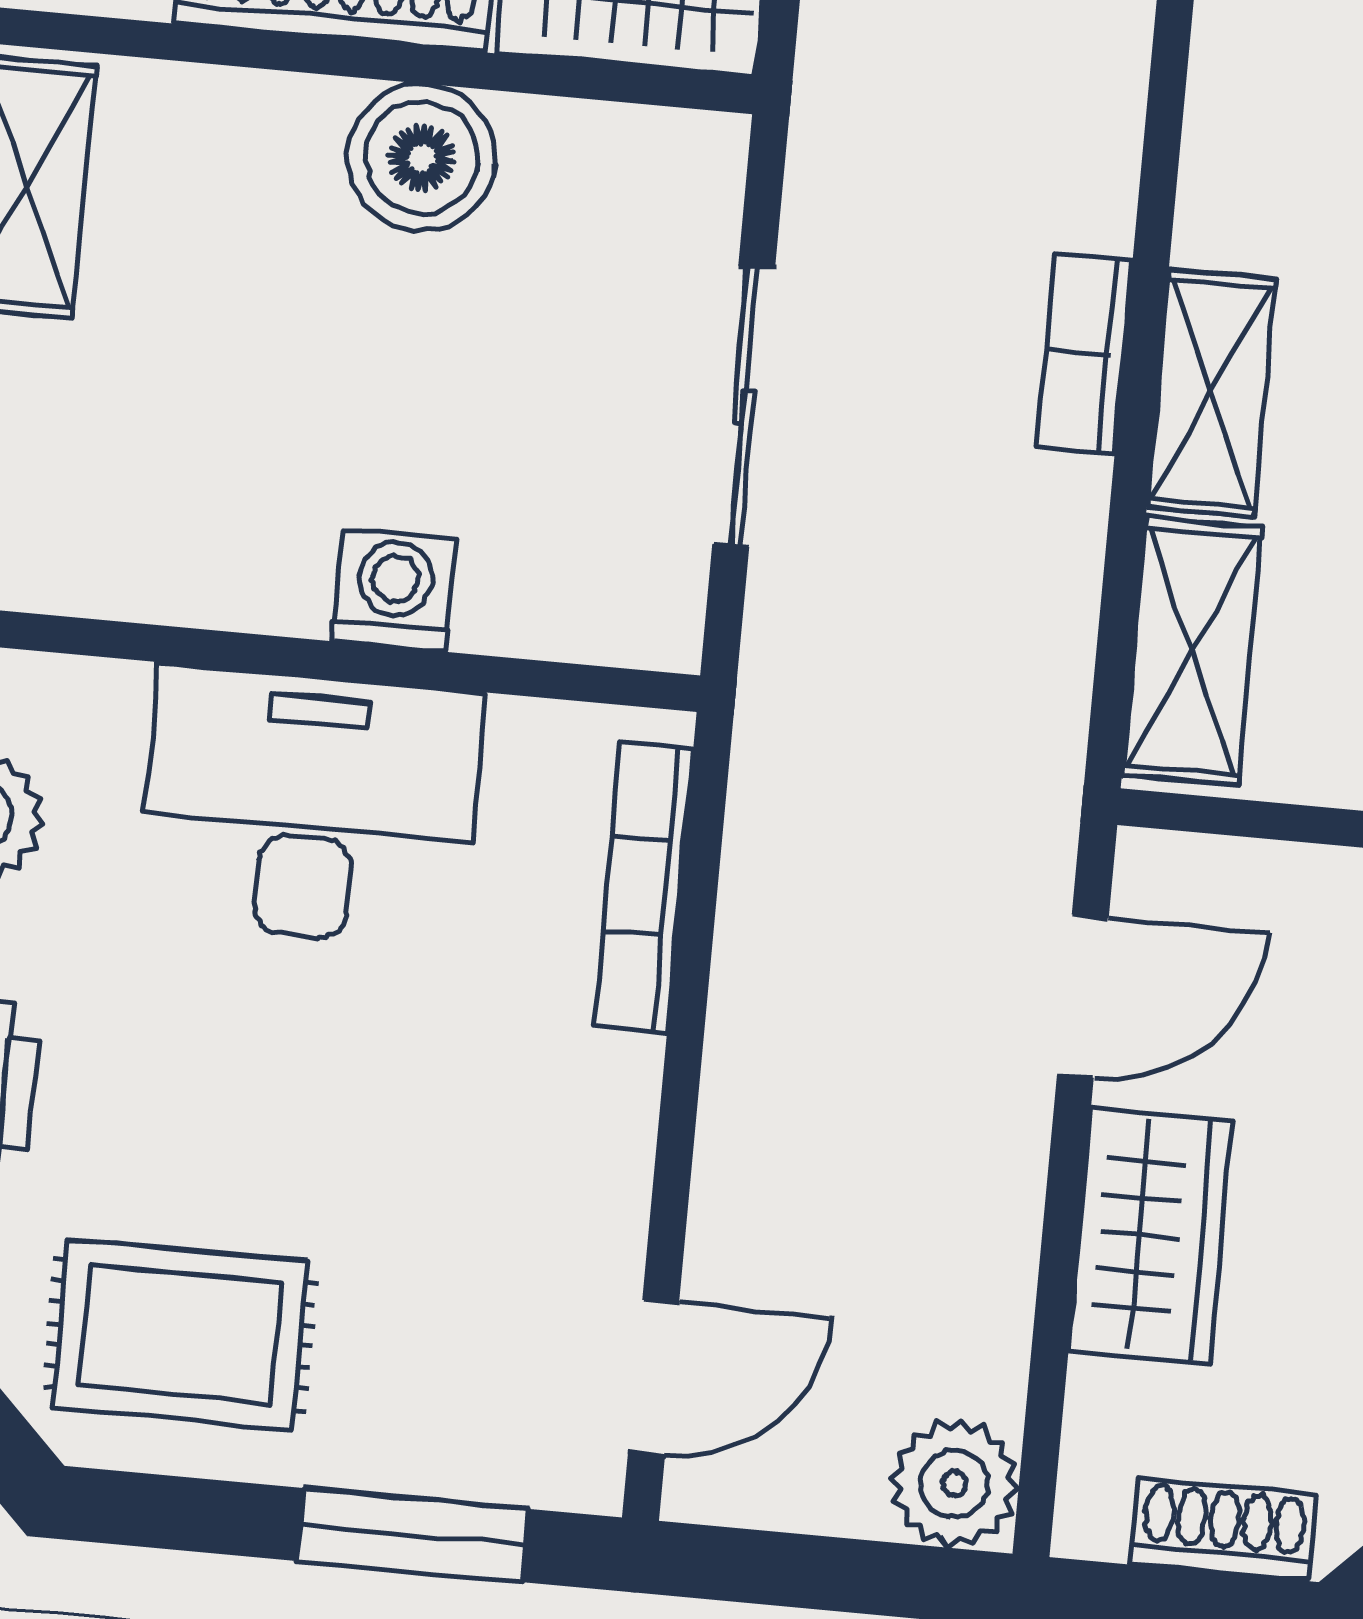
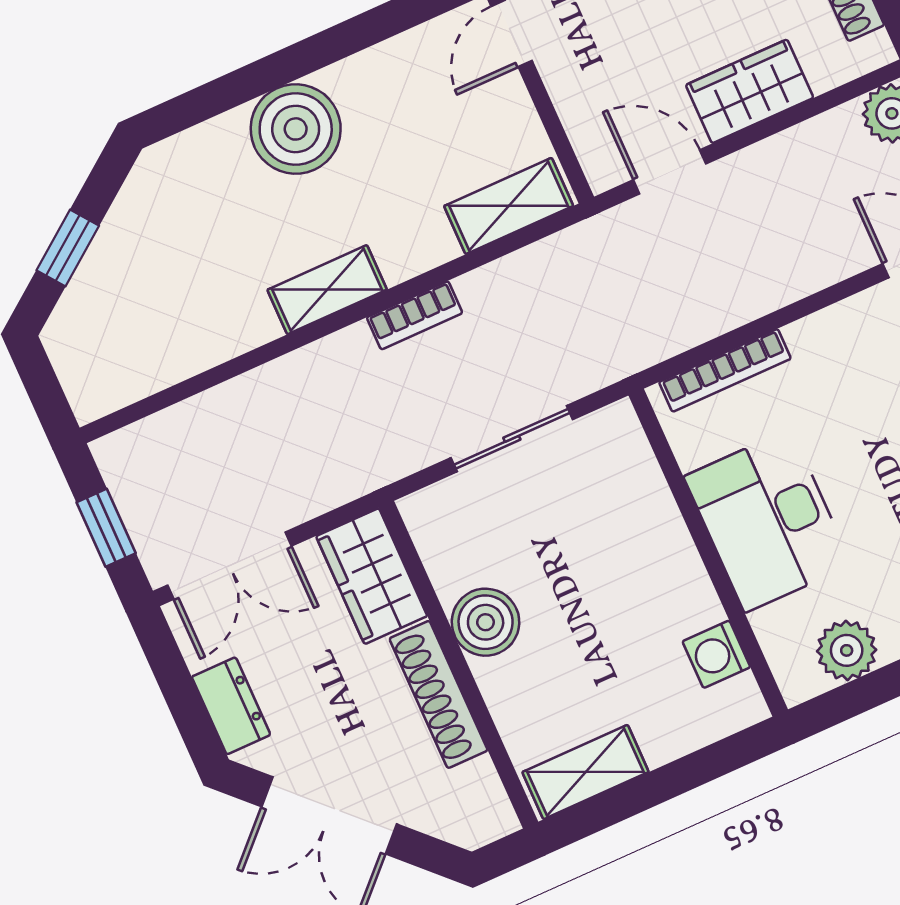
shelving: (1211, 393) -> (327, 290), moved
washing machine: (394, 590) -> (716, 654), moved

